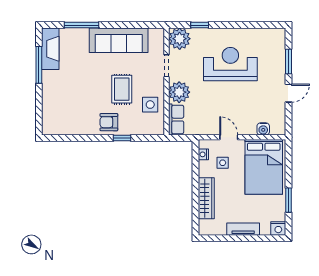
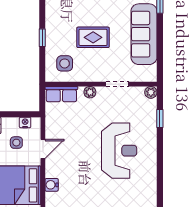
plant: (180, 39) -> (151, 92), width x0.53, depth x0.53
plant: (179, 92) -> (90, 92), width x0.53, depth x0.53
side table: (150, 105) -> (65, 63), moved
armchair: (109, 122) -> (59, 24), removed

